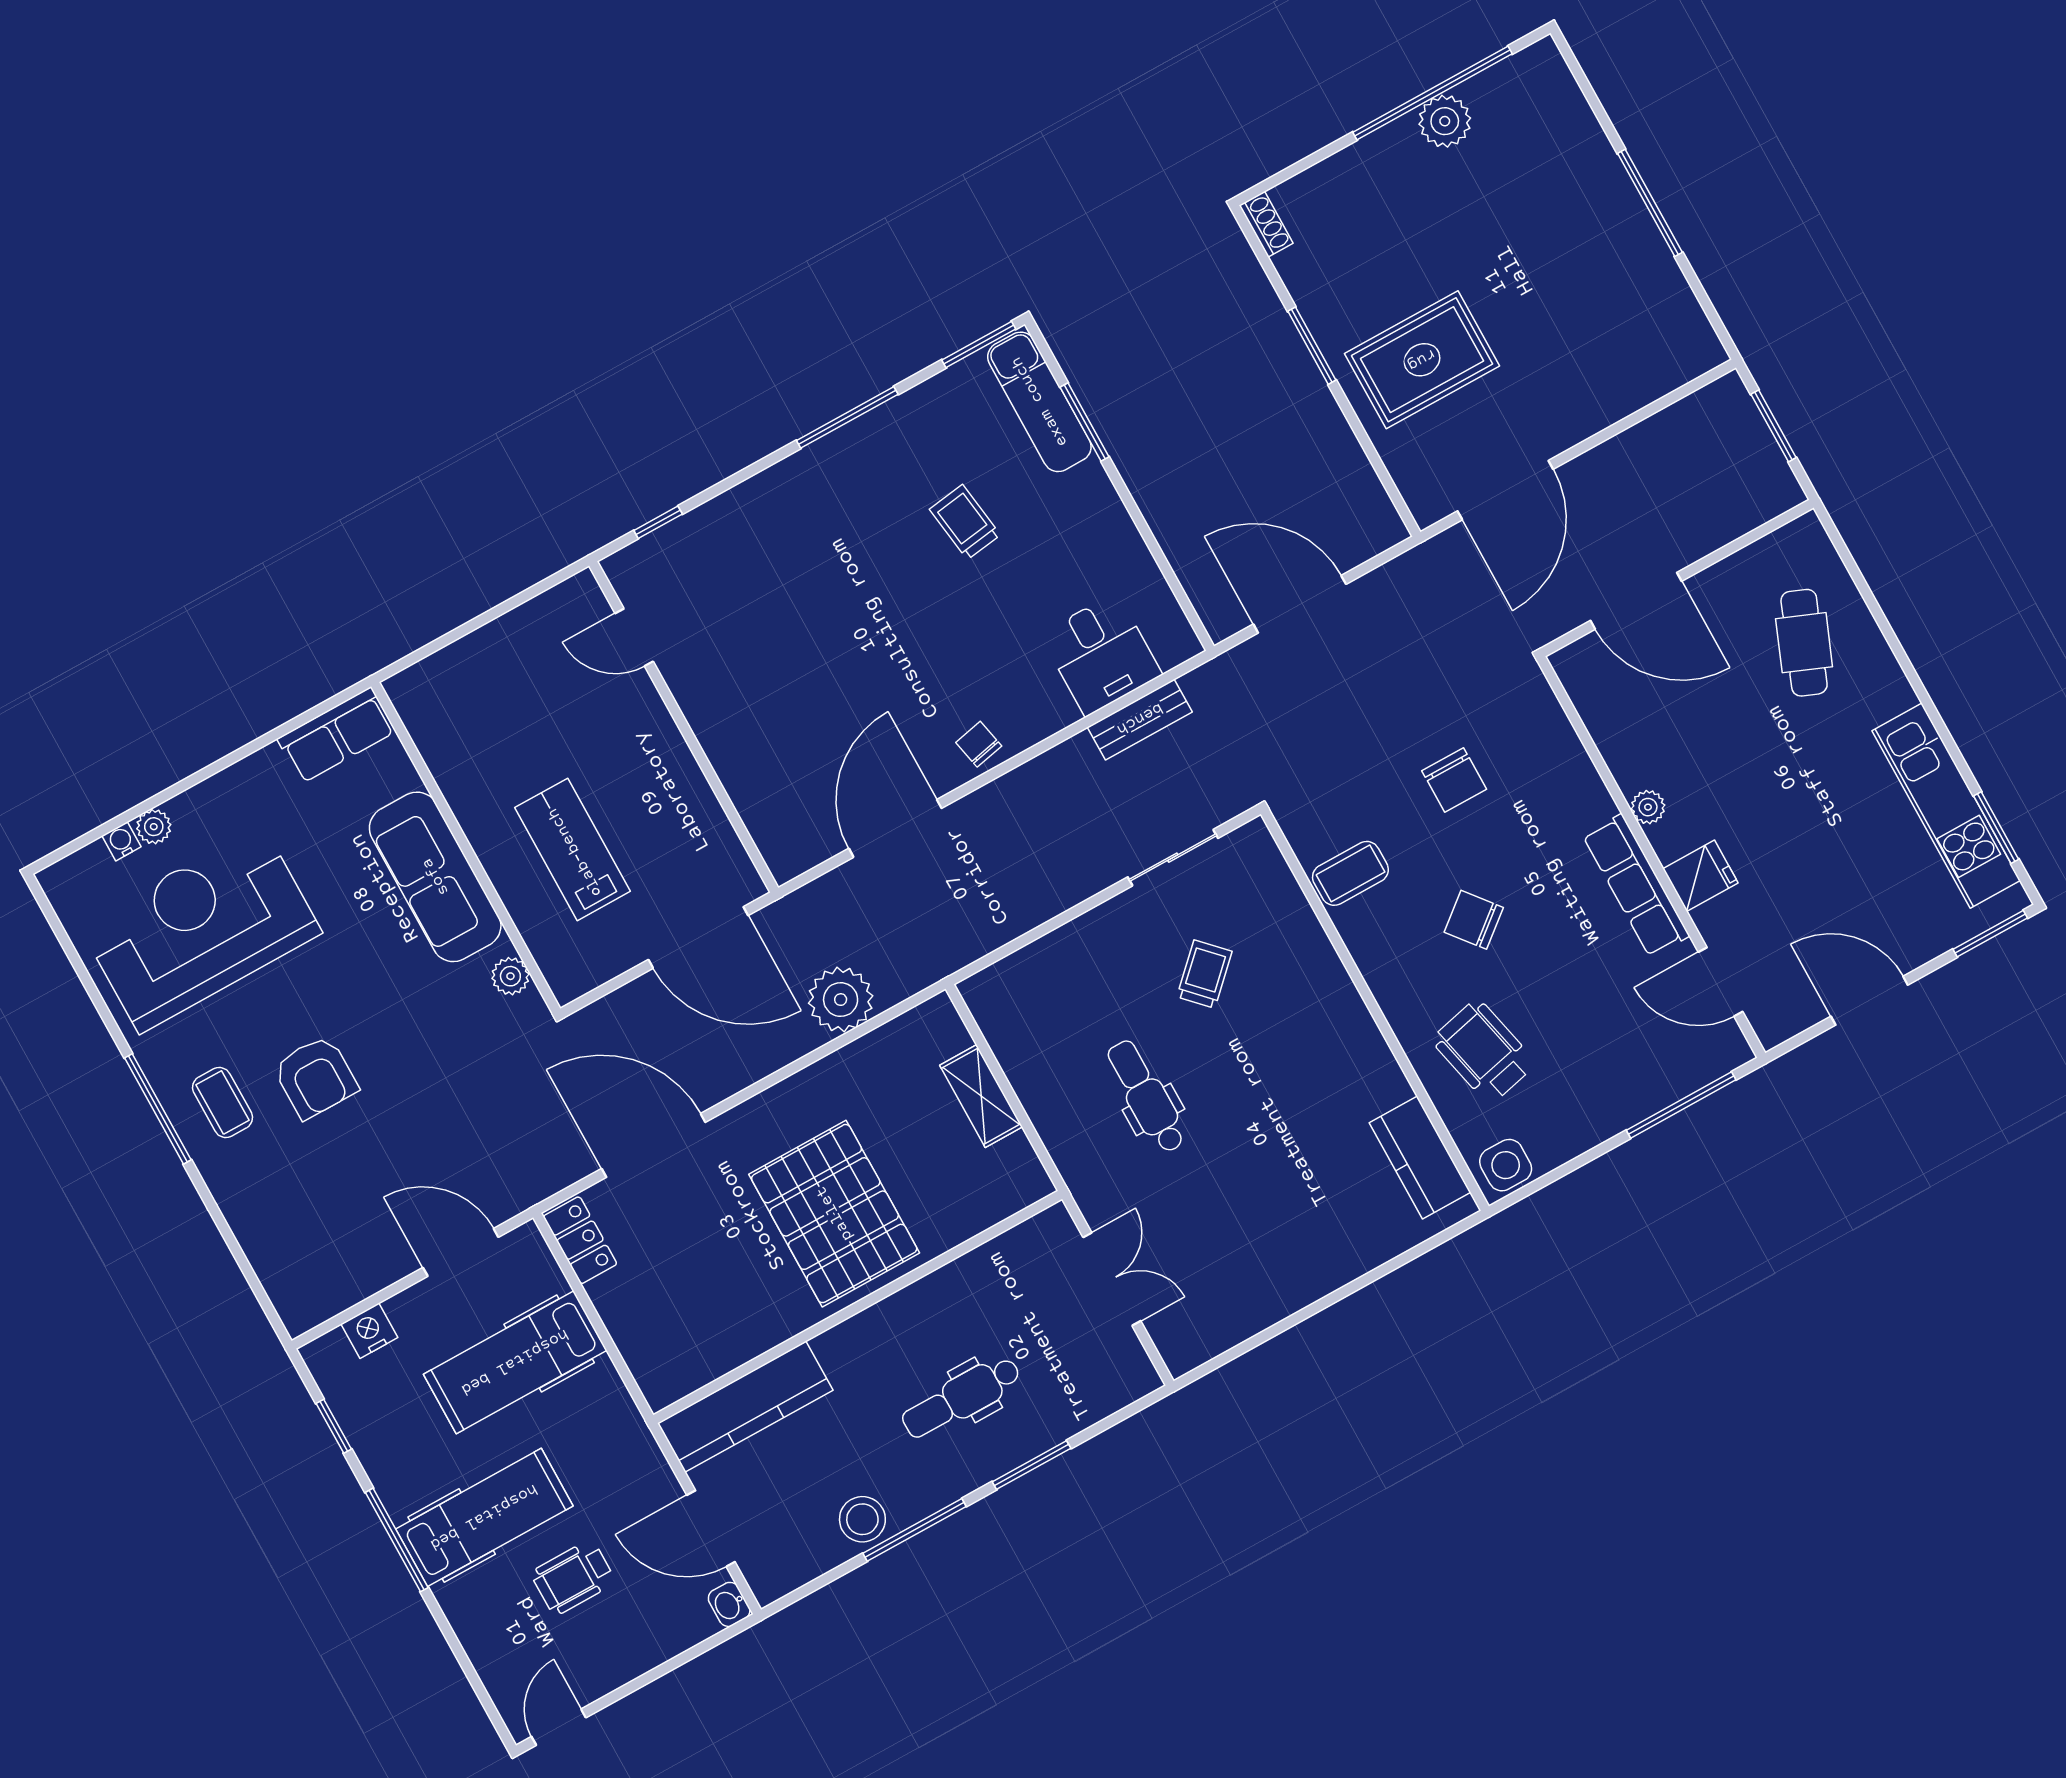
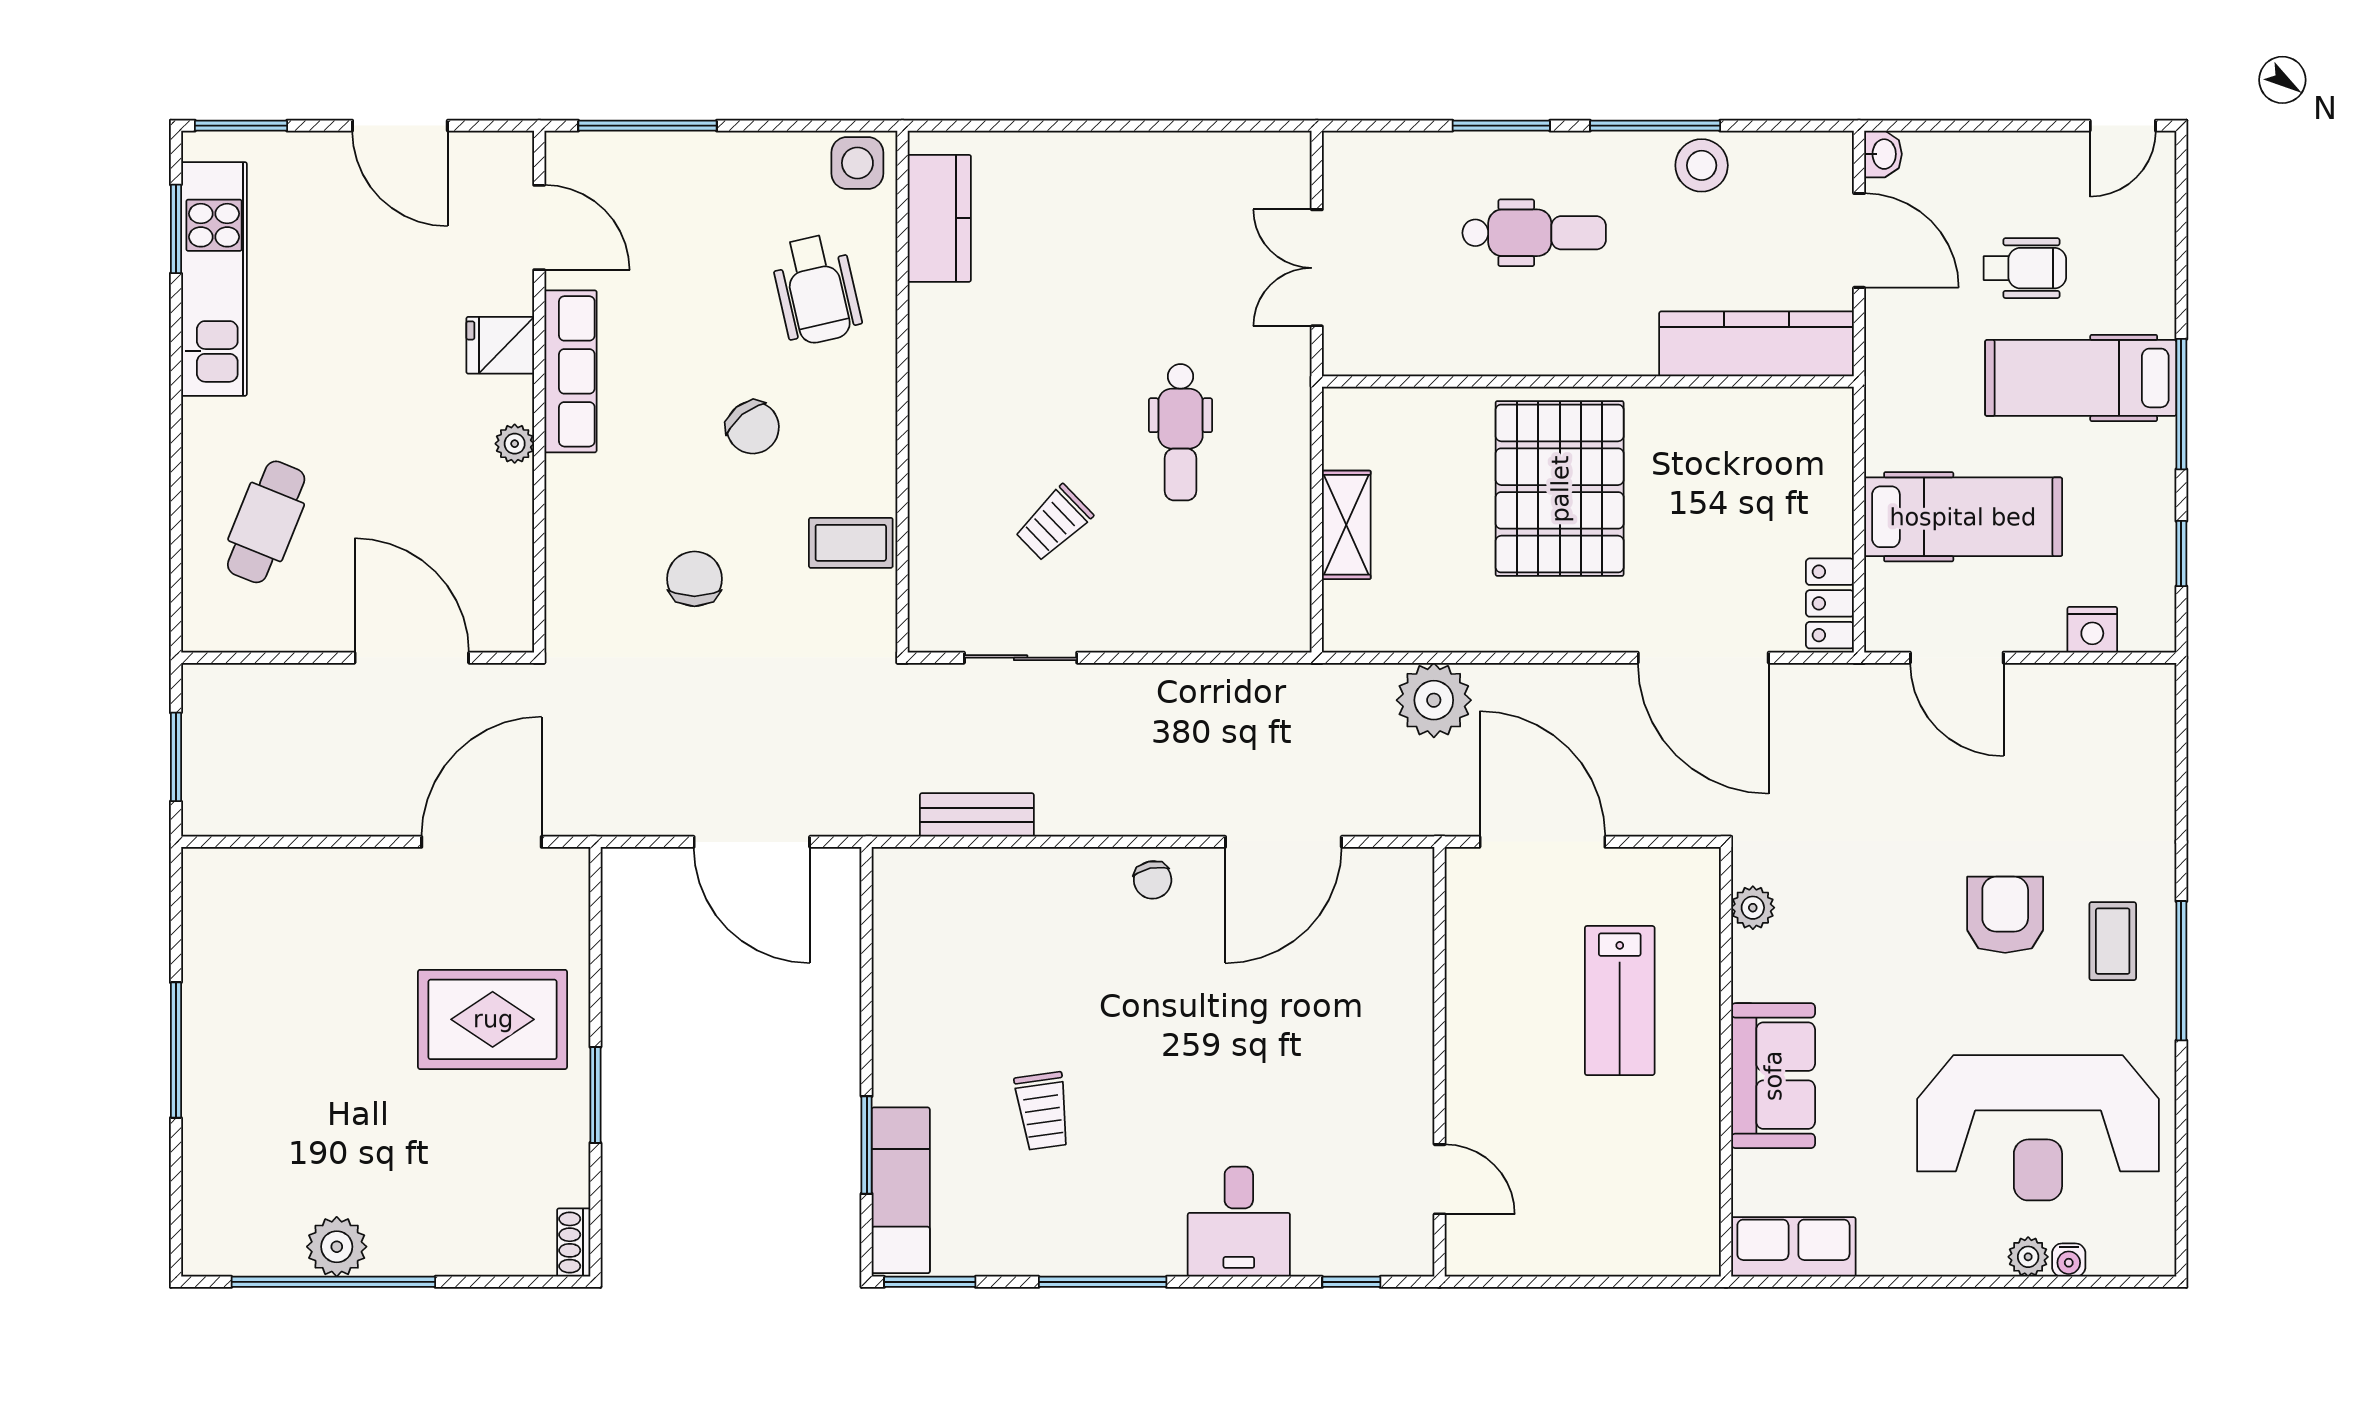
desk: (1101, 654) -> (1239, 1222), moved, turned 180
sofa: (435, 877) -> (1773, 1076), width x0.73

